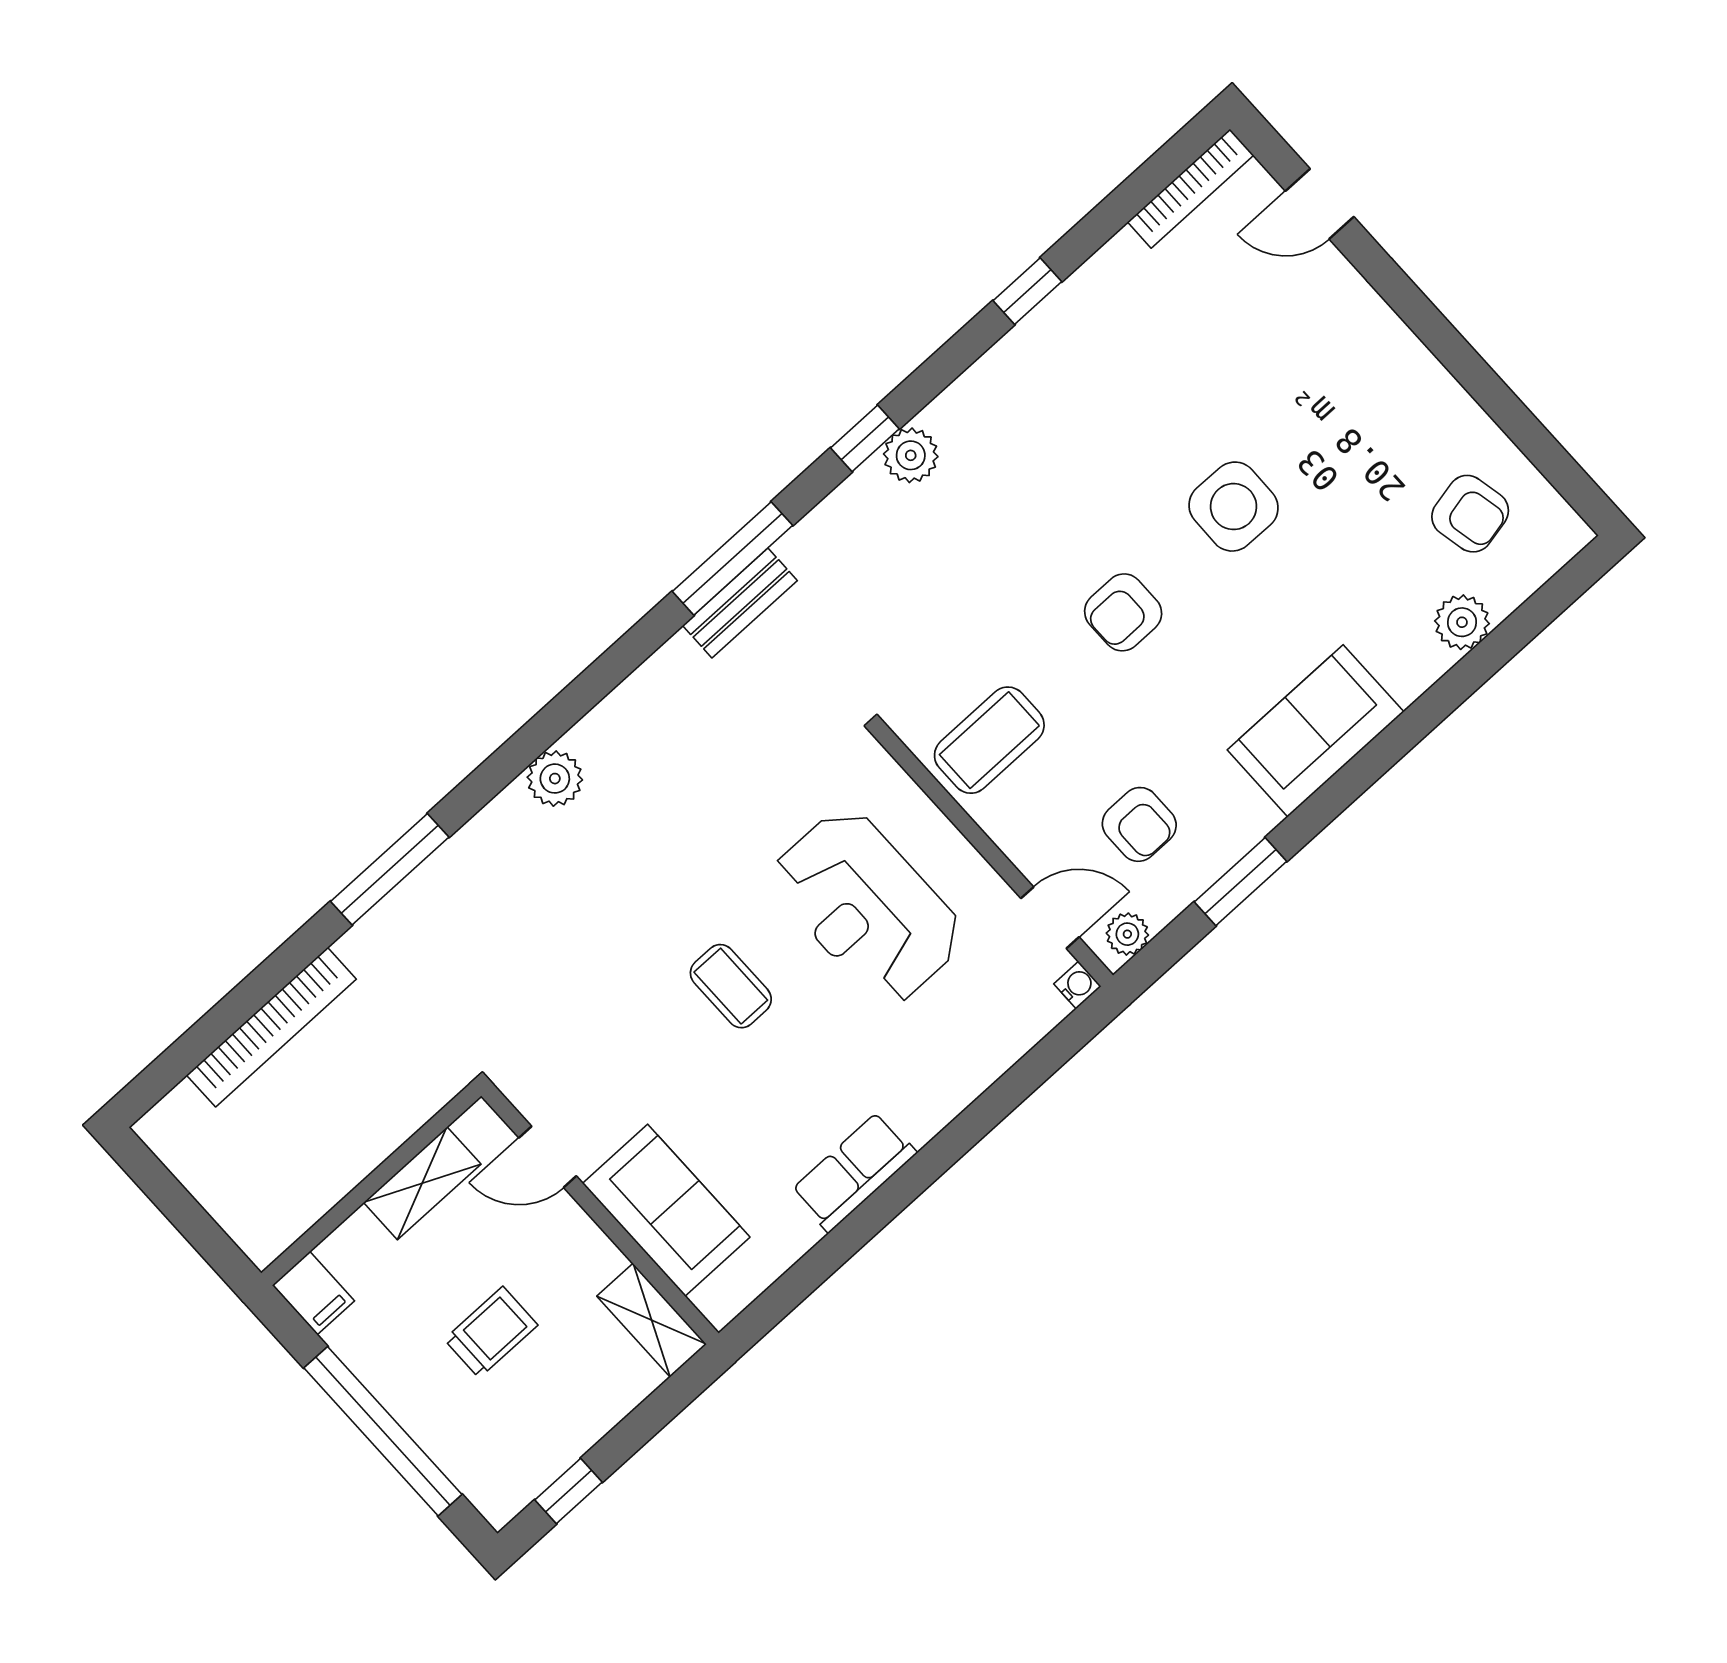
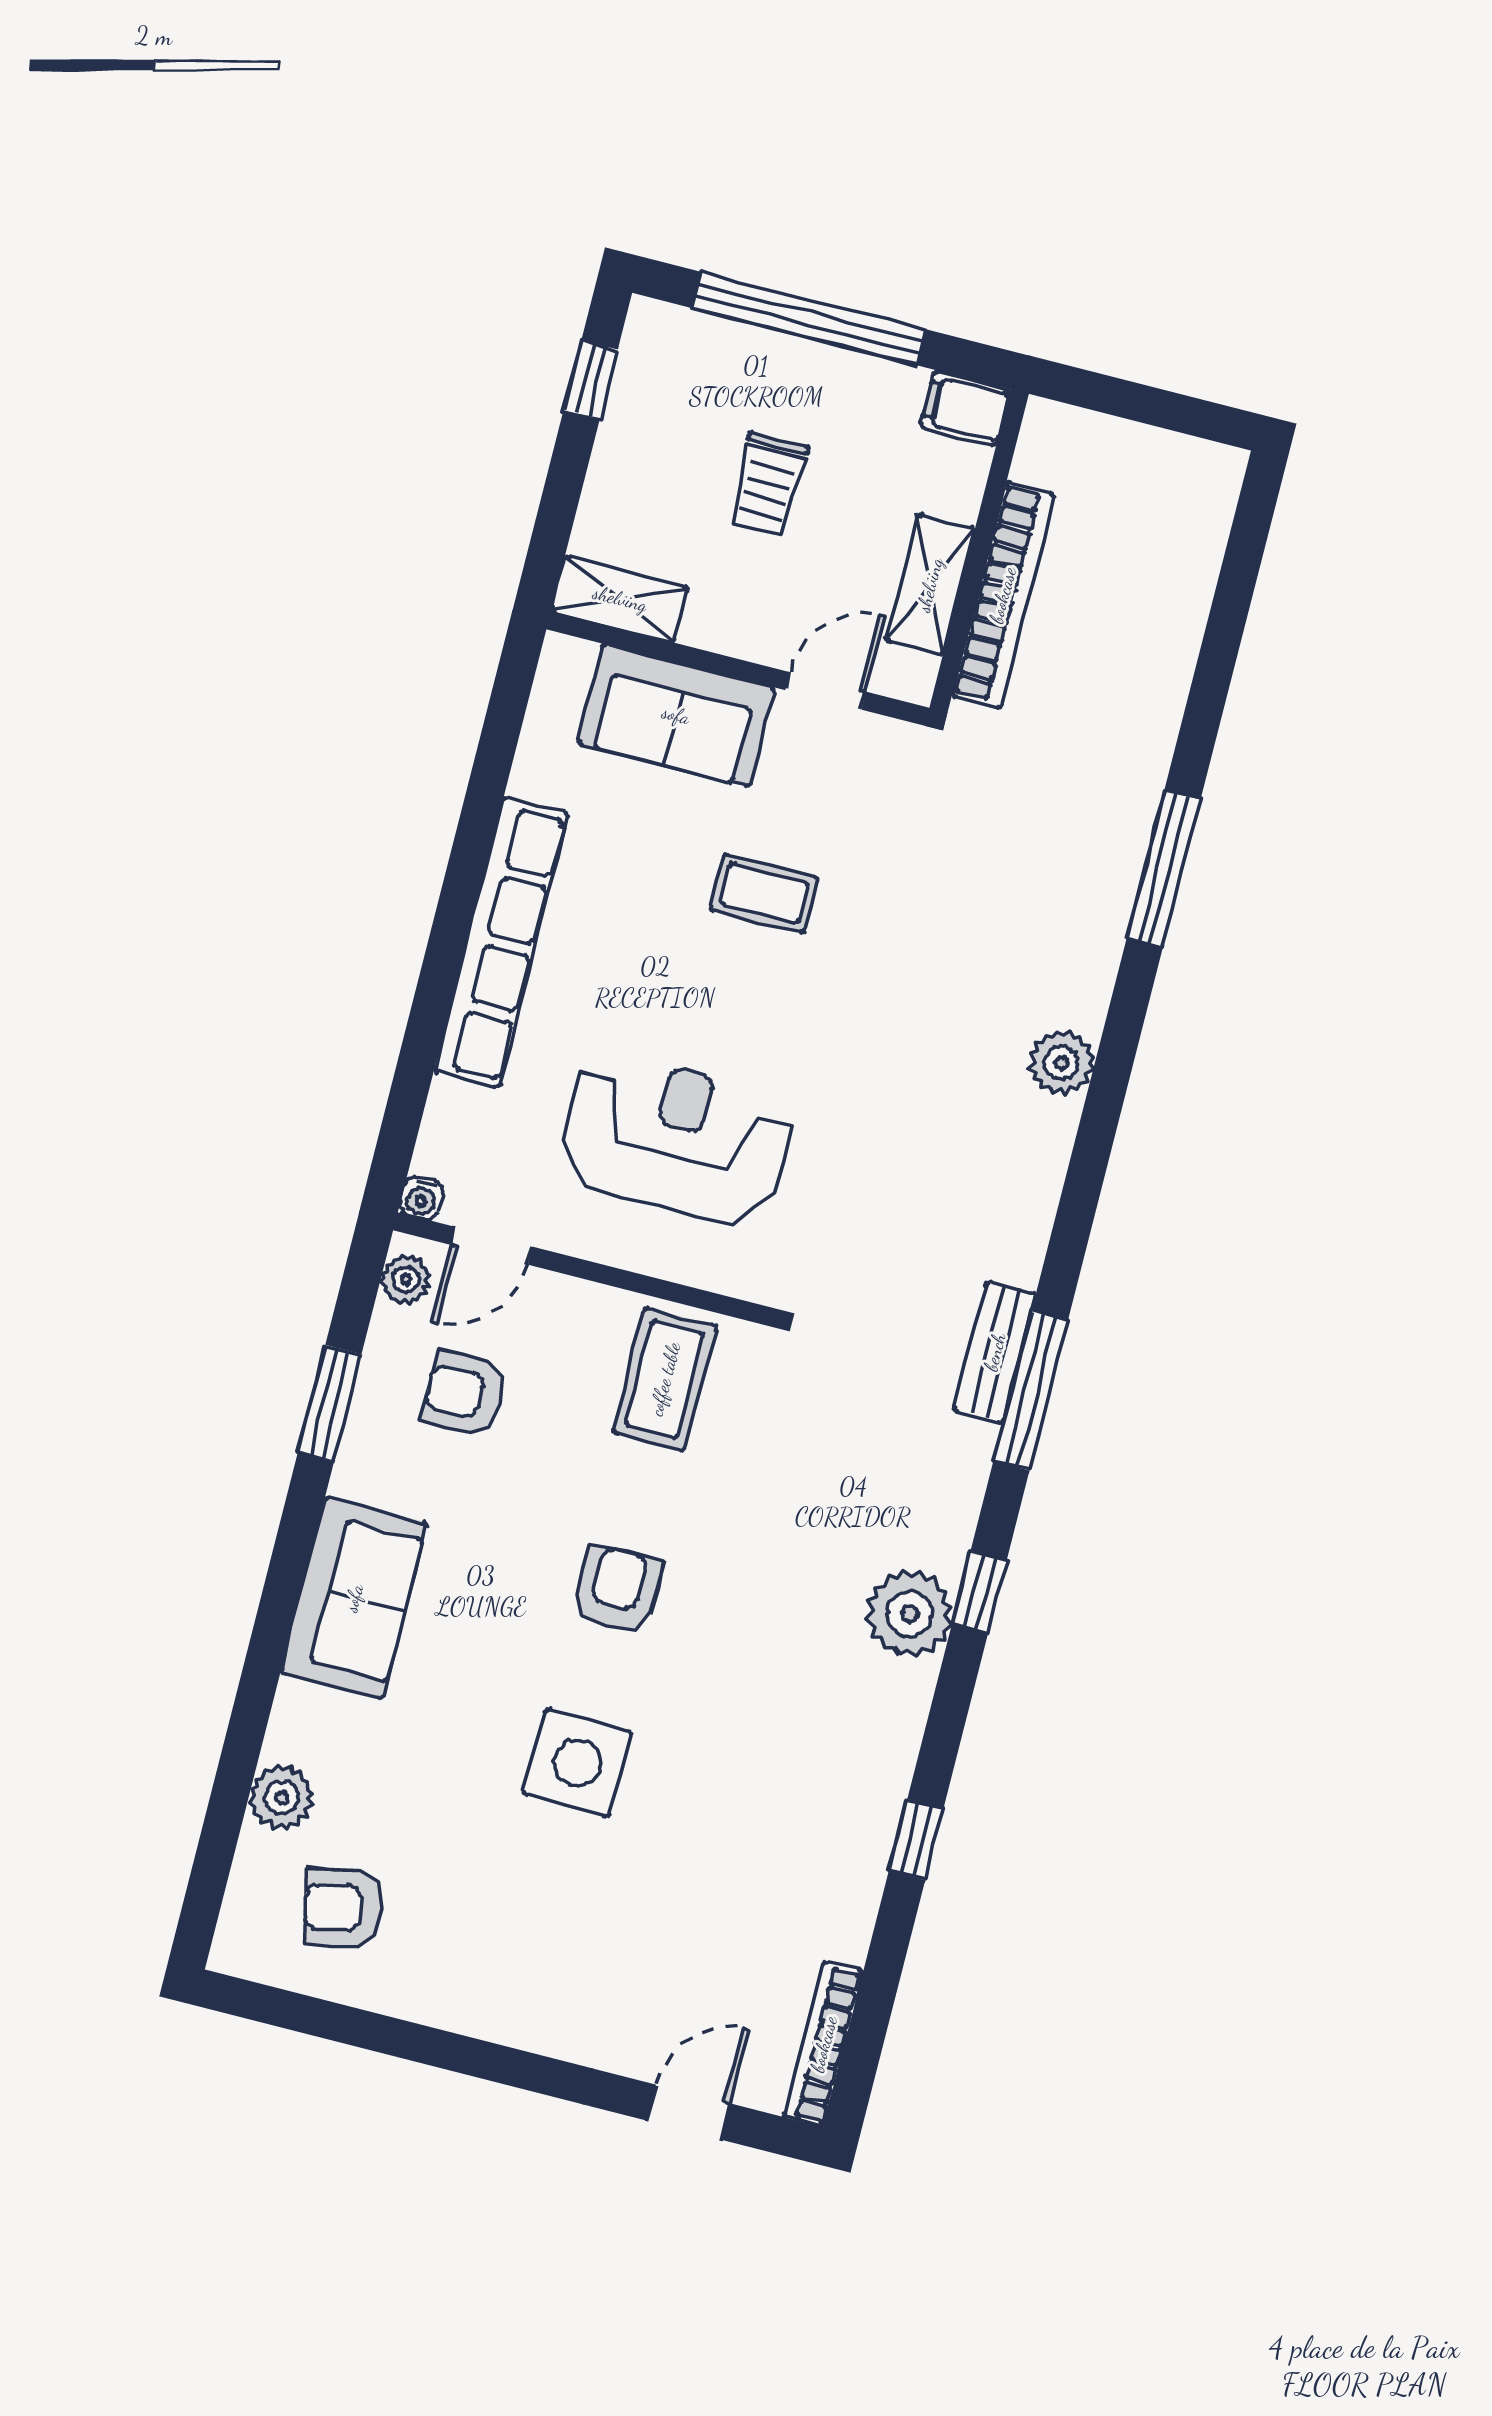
plant: (911, 455) -> (910, 1614), width x1.36, depth x1.36
coffee table: (731, 986) -> (764, 894), moved
bookcase: (271, 1027) -> (1003, 595), moved, turned 180
row of seats: (854, 1172) -> (501, 942), width x2.02

